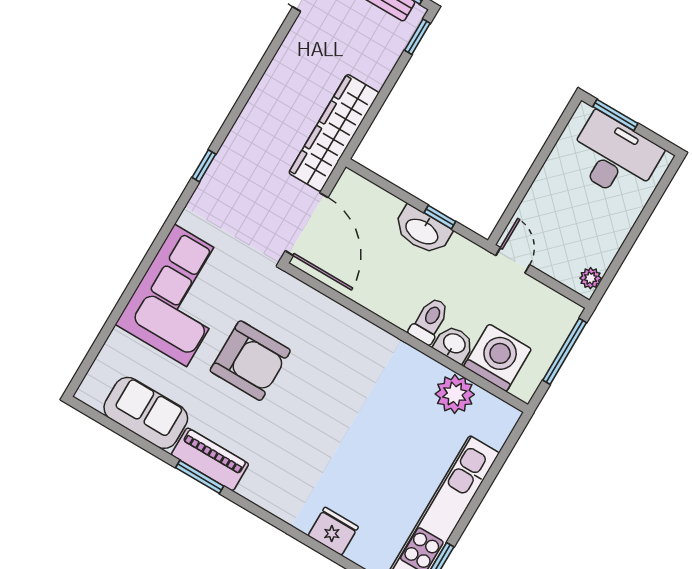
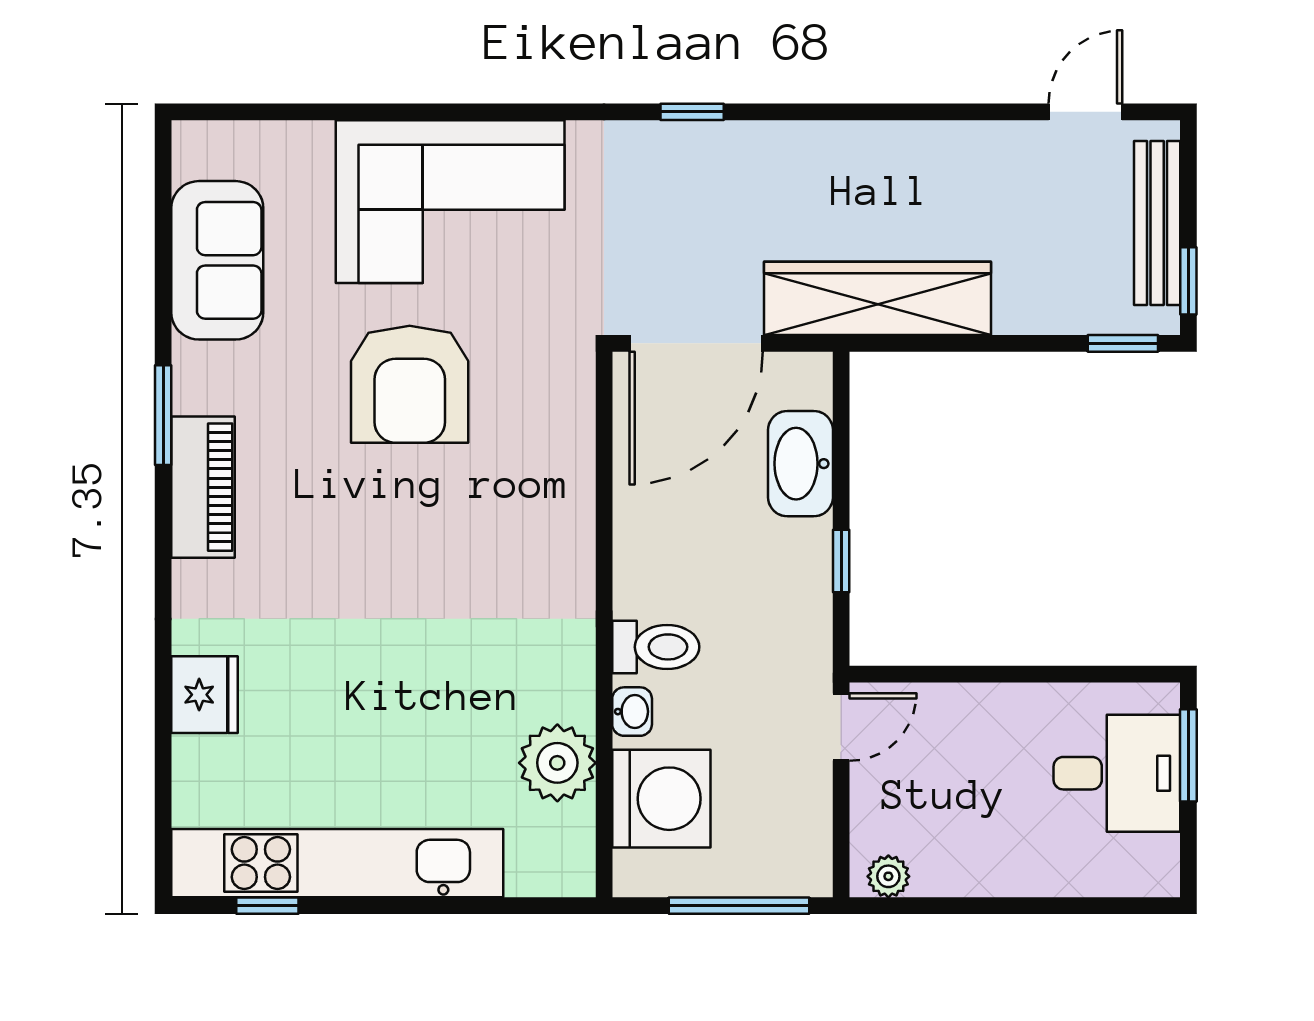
desk: (614, 157) -> (1117, 773), width x0.73
washbasin: (422, 231) -> (801, 464), moved
washbasin: (454, 344) -> (632, 712), width x0.72, depth x0.69
piano: (210, 459) -> (203, 487), moved

